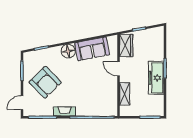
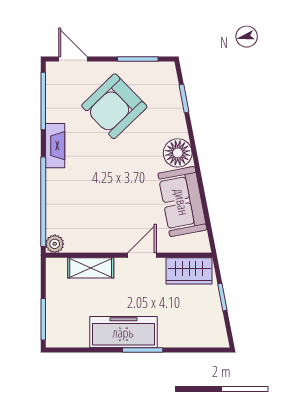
plant: (113, 112) -> (55, 244), added

